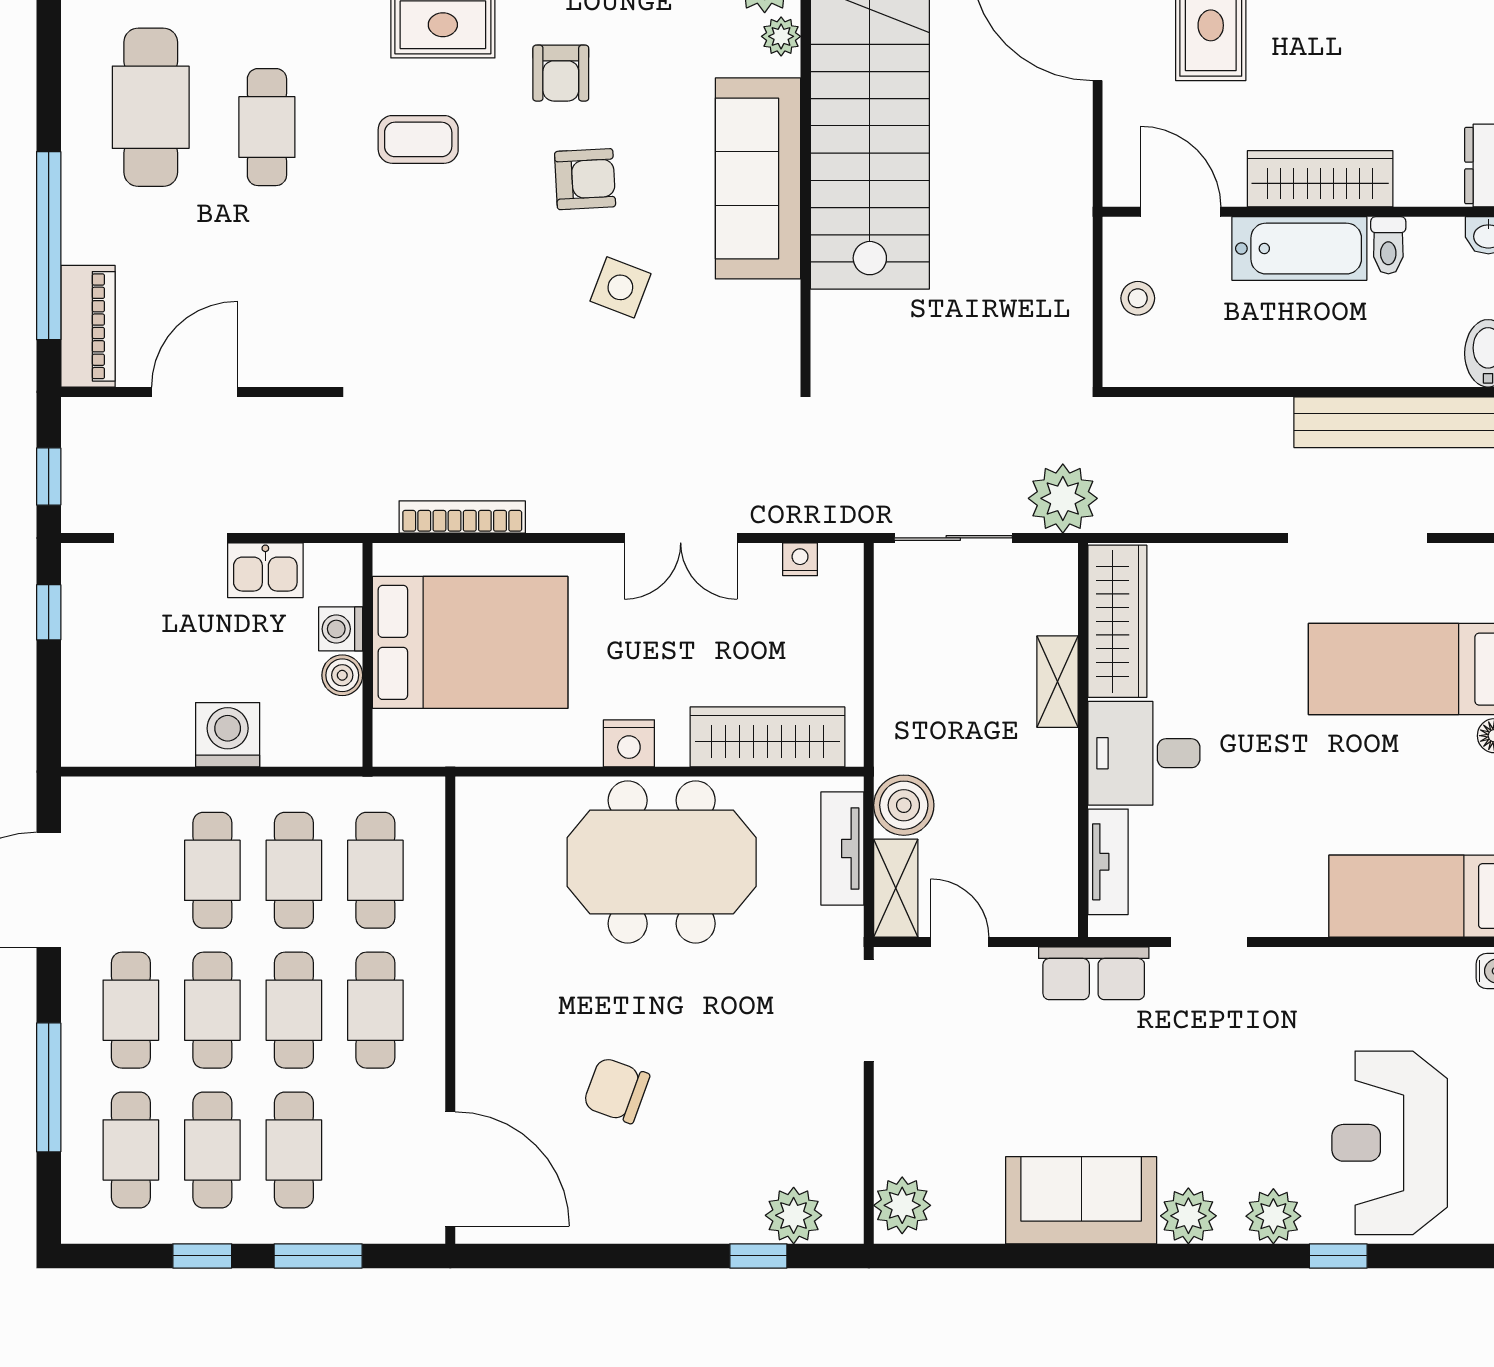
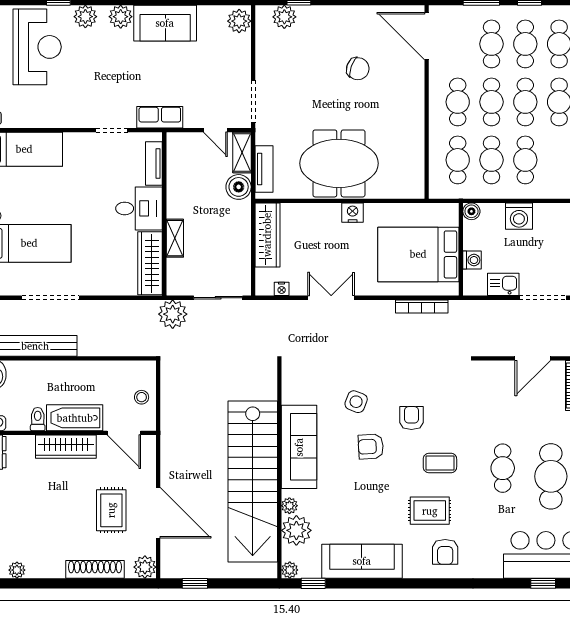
armchair: (561, 73) -> (411, 418), moved
boiler: (342, 675) -> (471, 211), moved
wardrobe: (767, 737) -> (267, 235), moved, turned -90

